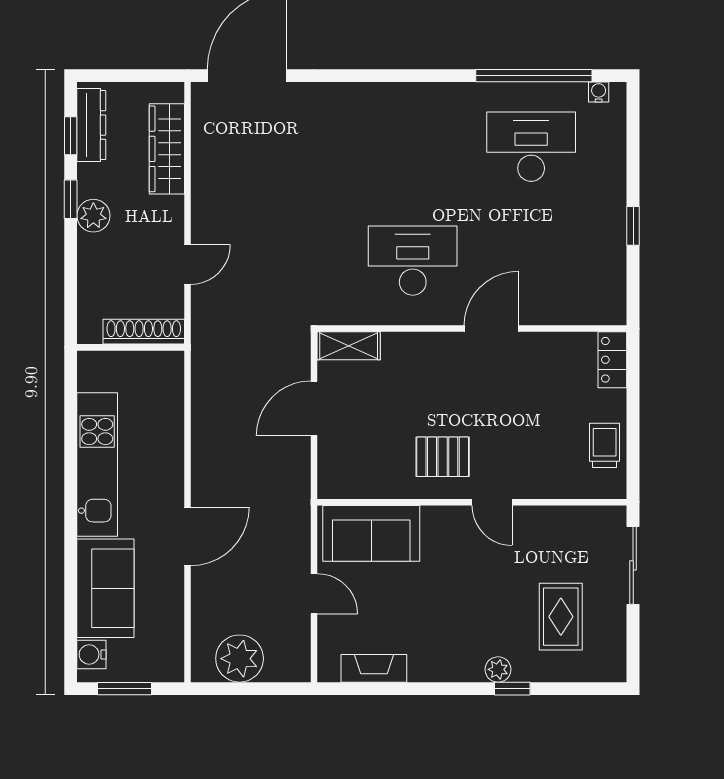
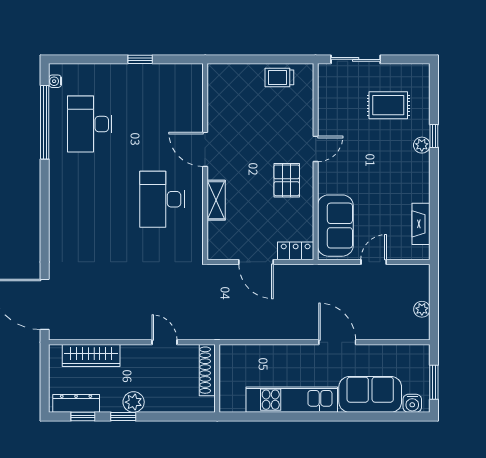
shelving: (349, 346) -> (216, 200), moved
locker: (612, 360) -> (296, 251), moved, turned 180
plant: (240, 659) -> (422, 309), width x0.53, depth x0.53

